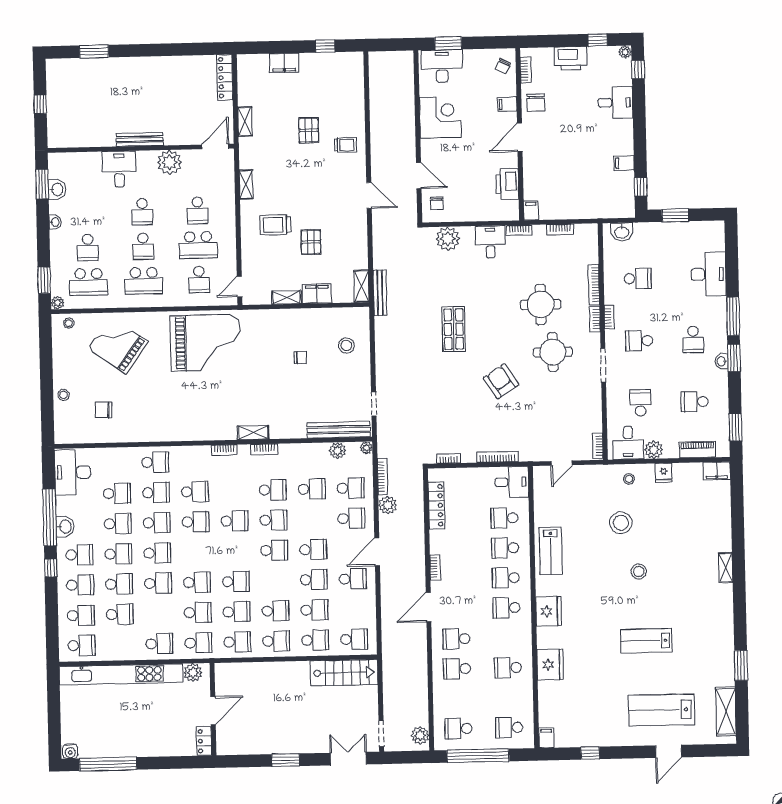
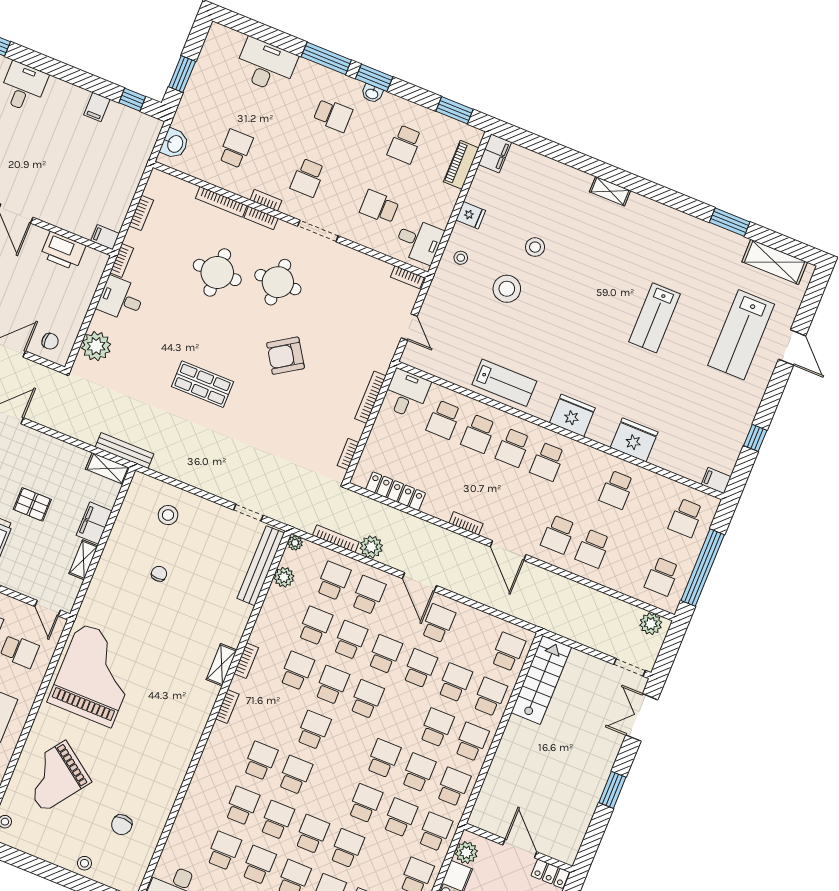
plant: (654, 450) -> (440, 215), removed
school desk: (155, 462) -> (350, 640), moved
stool: (639, 572) -> (535, 247), moved

